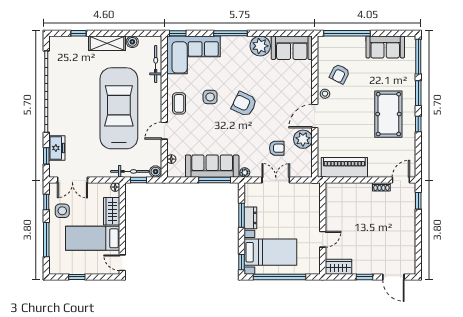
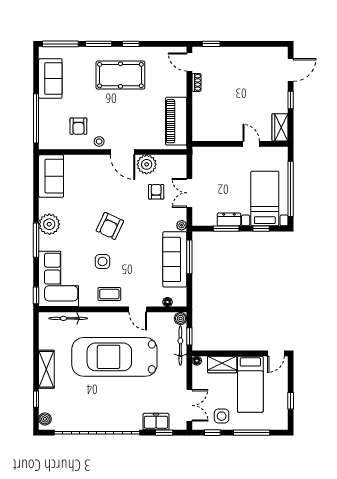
boiler: (132, 42) -> (45, 419), moved
plant: (260, 46) -> (49, 224), moved
armchair: (340, 74) -> (78, 126), turned 63
window: (241, 262) -> (261, 229), moved

